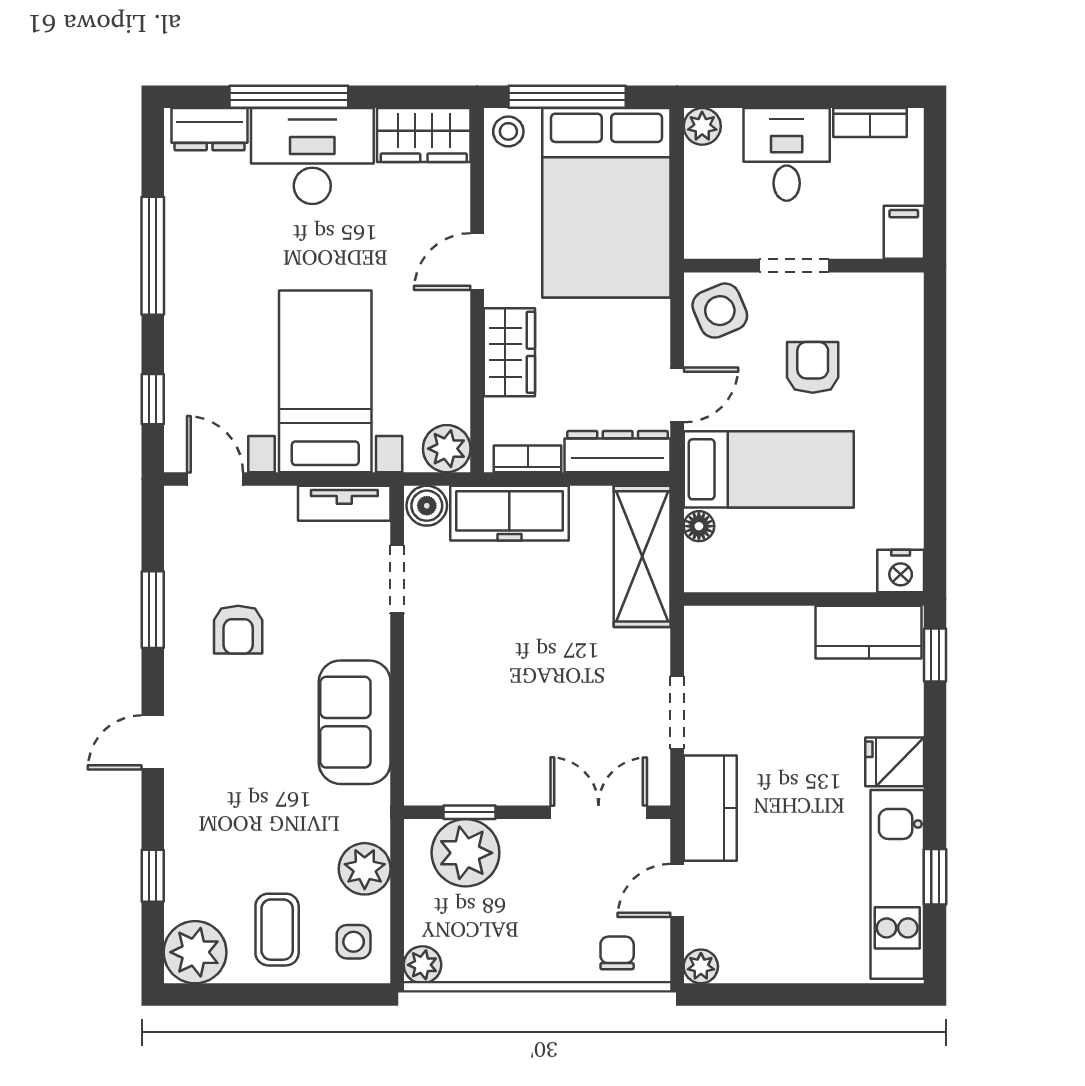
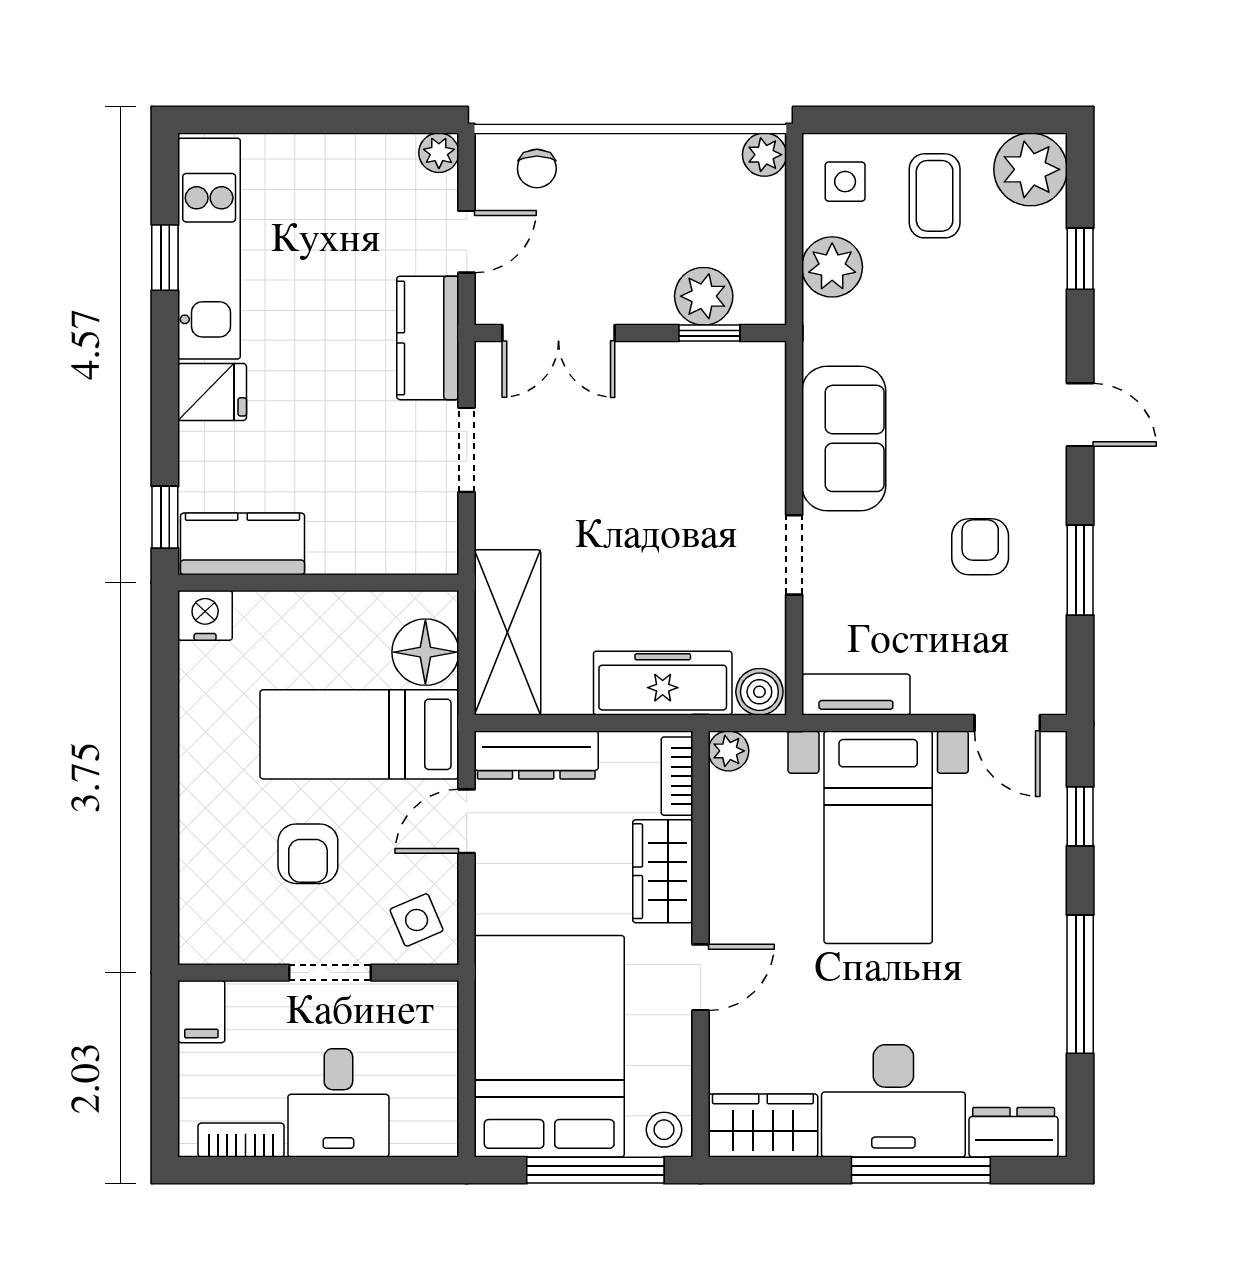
plant: (702, 126) -> (437, 1136), removed
side table: (720, 311) -> (417, 920), width x0.73, depth x0.73
plant: (447, 449) -> (728, 751), width x0.73, depth x0.73
bookcase: (528, 459) -> (677, 776), moved, turned 90
floor lamp: (699, 526) -> (425, 652), width x1.89, depth x1.89
doorway: (397, 579) -> (794, 555), moved
door: (153, 742) -> (1080, 415), hinge flipped
plant: (465, 853) -> (704, 296), width x0.73, depth x0.73

